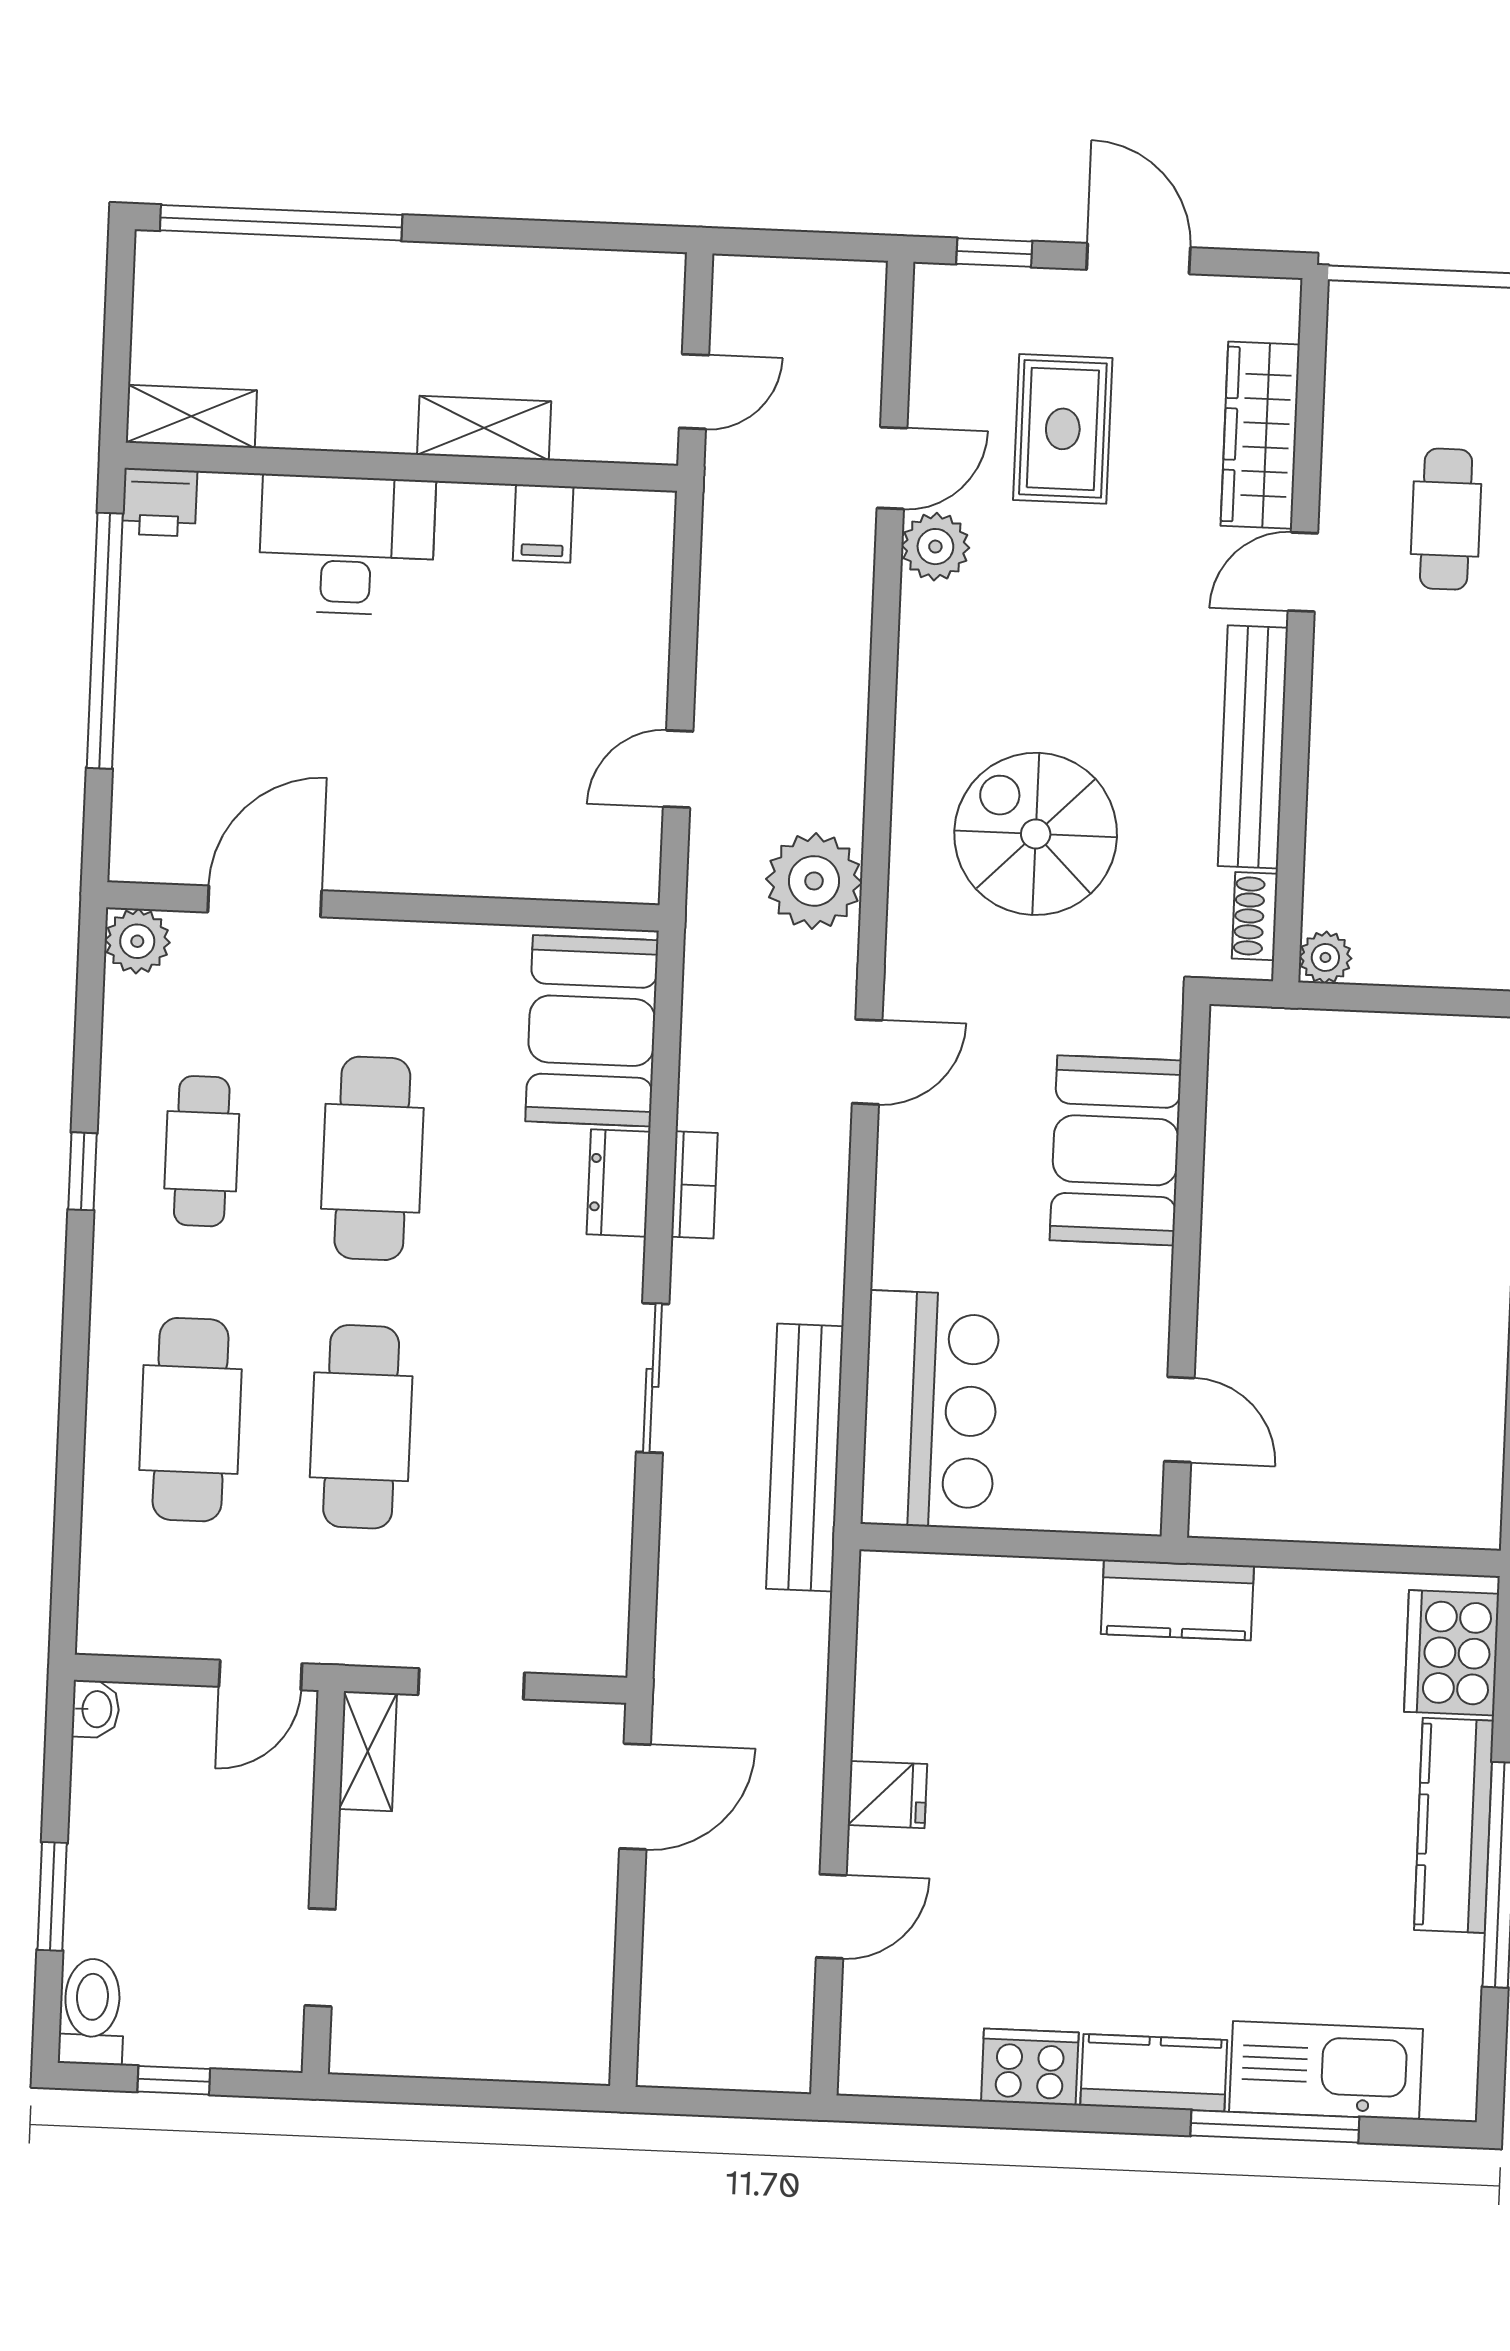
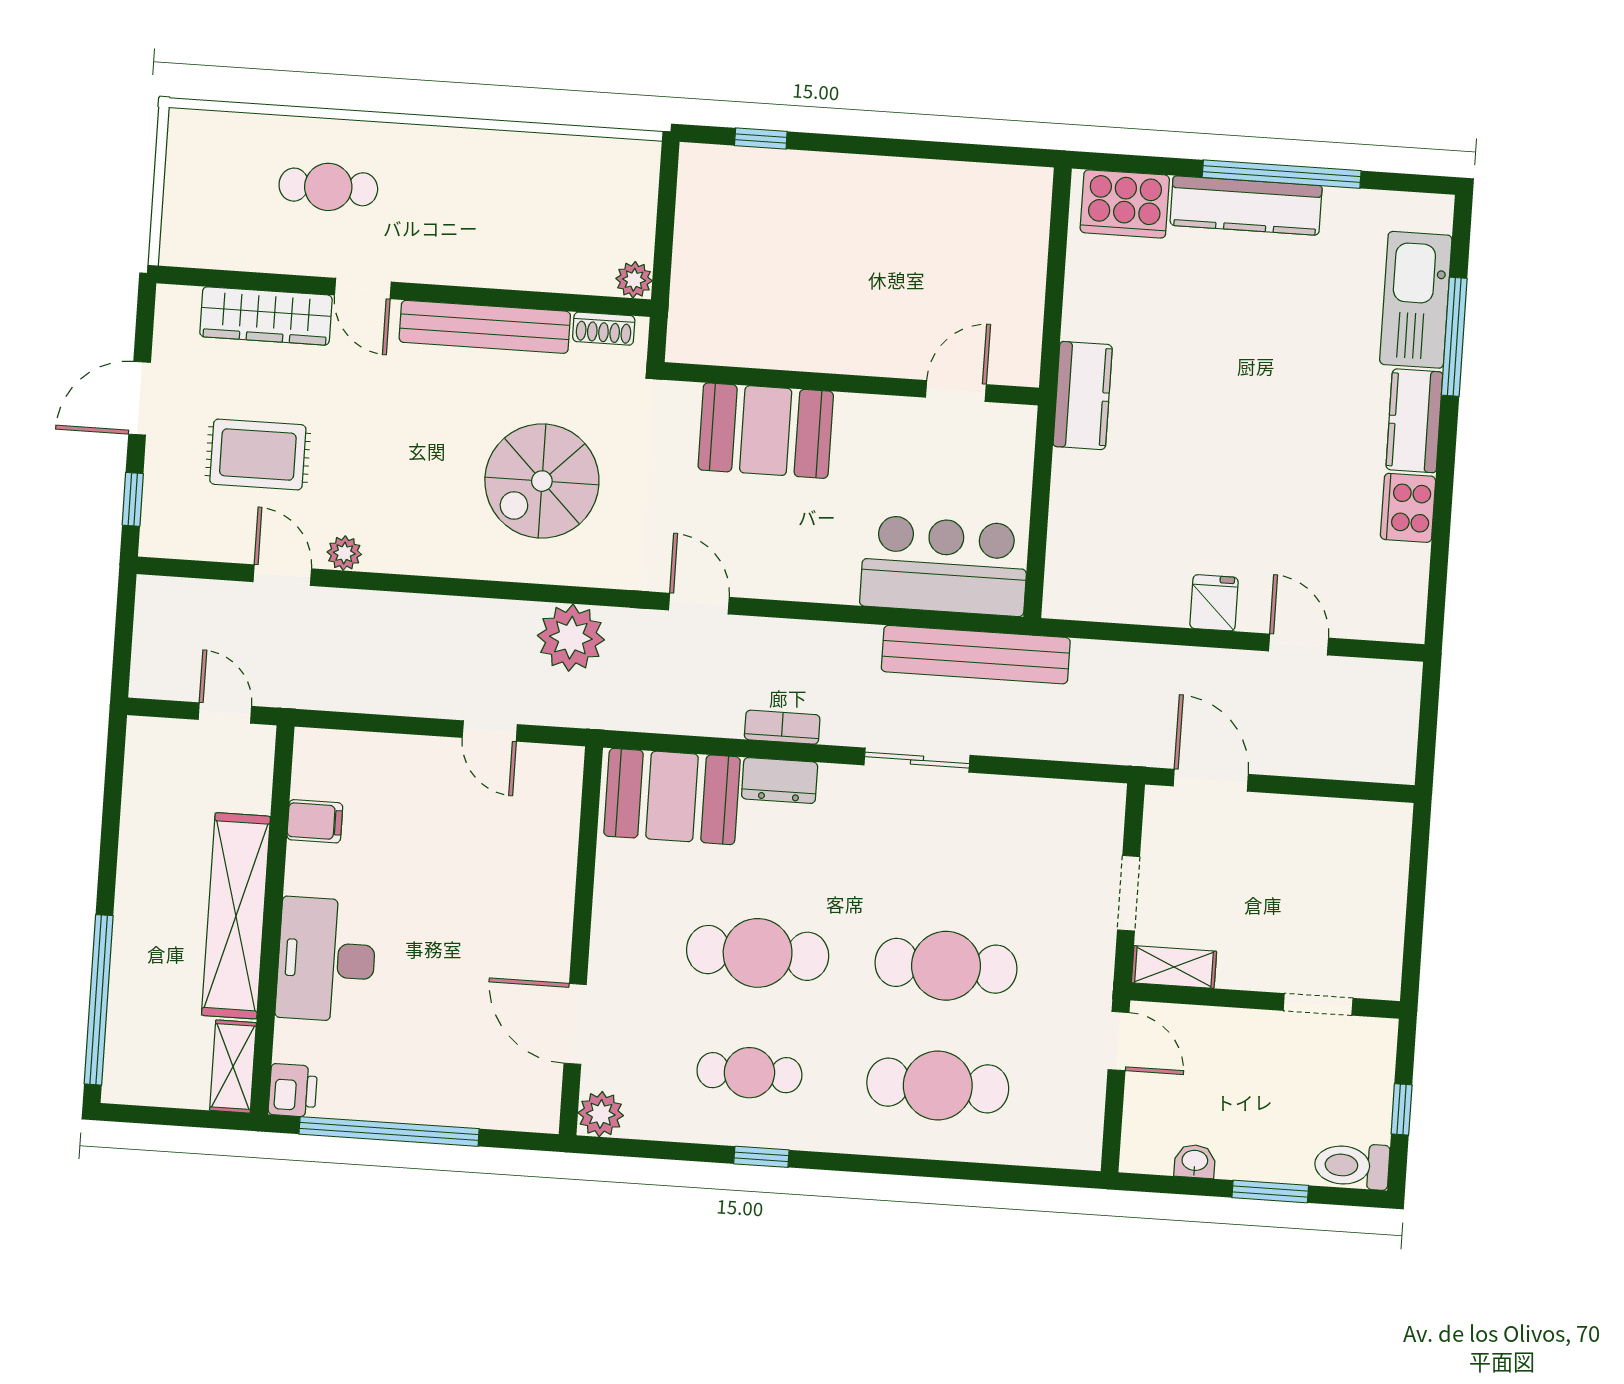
shelving: (484, 428) -> (236, 916), width x2.20, depth x1.33
plant: (935, 547) -> (344, 553), width x0.73, depth x0.73
washbasin: (96, 1709) -> (1195, 1161), moved

